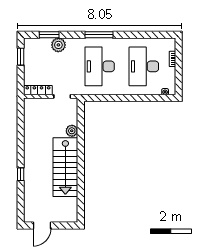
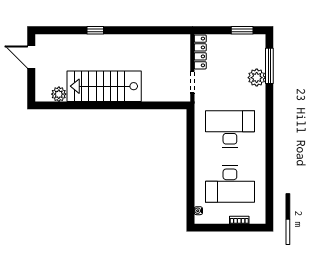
window: (49, 35) -> (269, 66), width x1.44
window: (99, 35) -> (269, 128), removed
desk: (144, 66) -> (230, 184), turned 180
plant: (72, 131) -> (59, 94), moved

